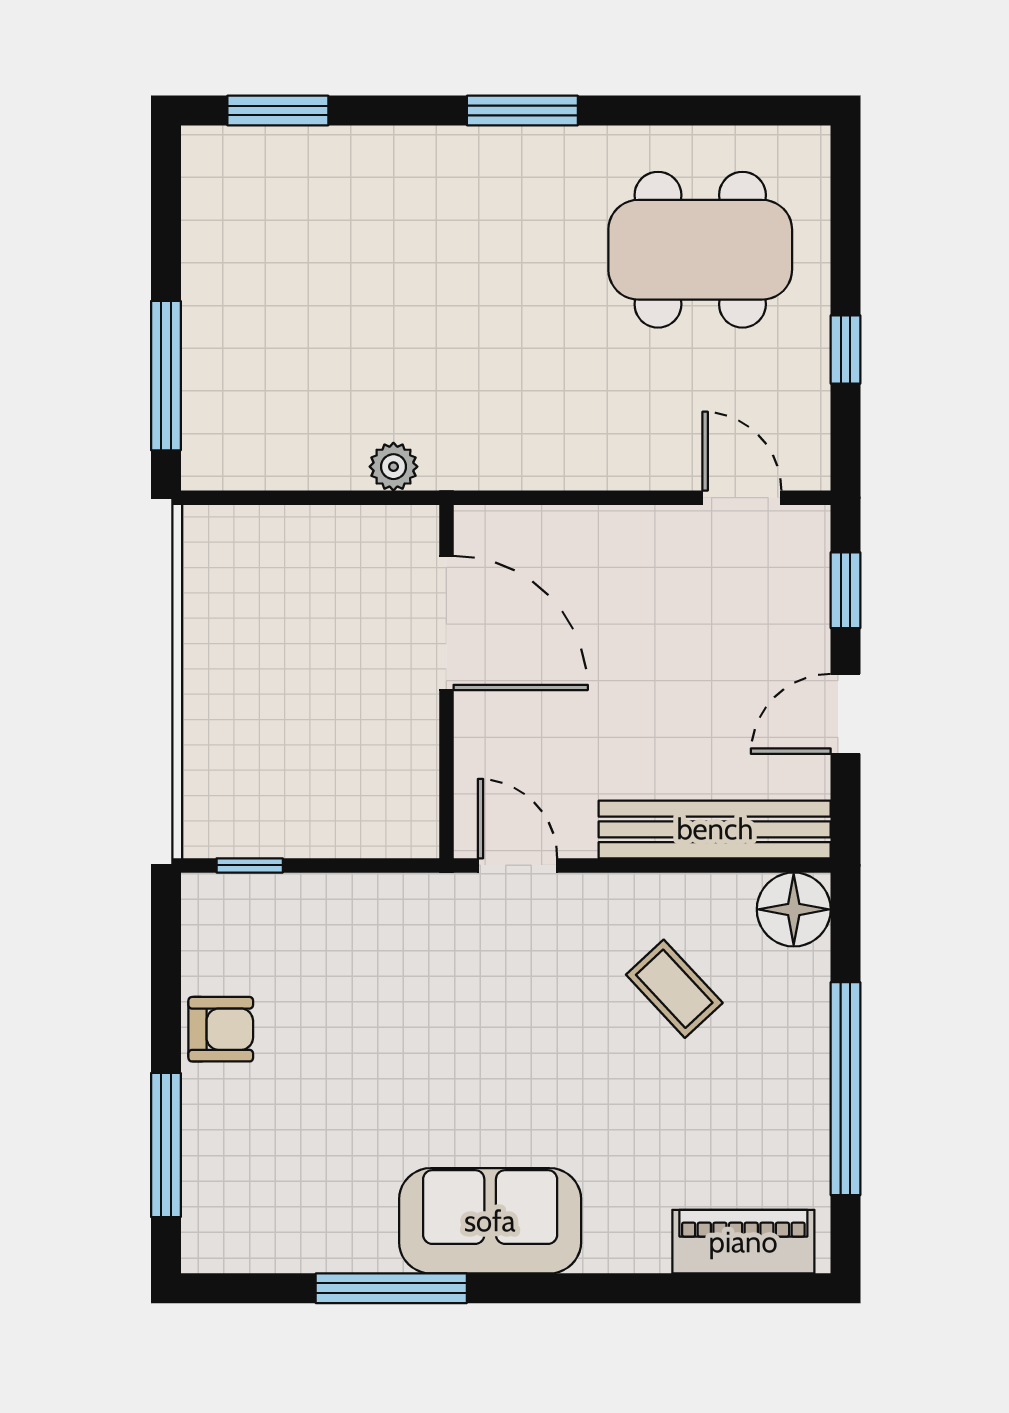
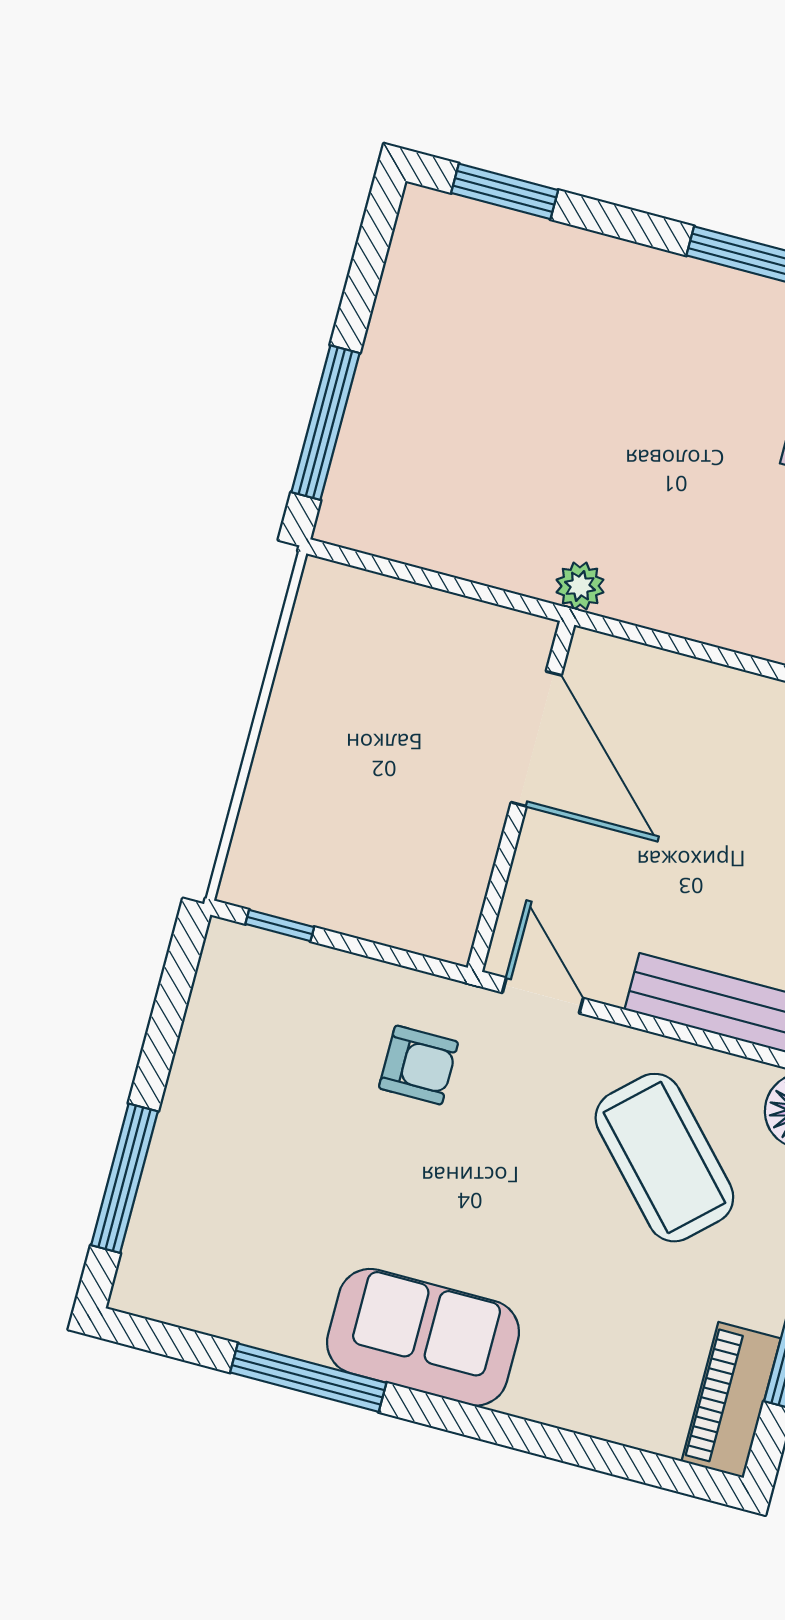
plant: (393, 467) -> (580, 586), moved
coffee table: (674, 989) -> (664, 1158), width x1.86, depth x1.72
armchair: (221, 1029) -> (418, 1065), moved
piano: (743, 1242) -> (731, 1400), moved, turned -90

